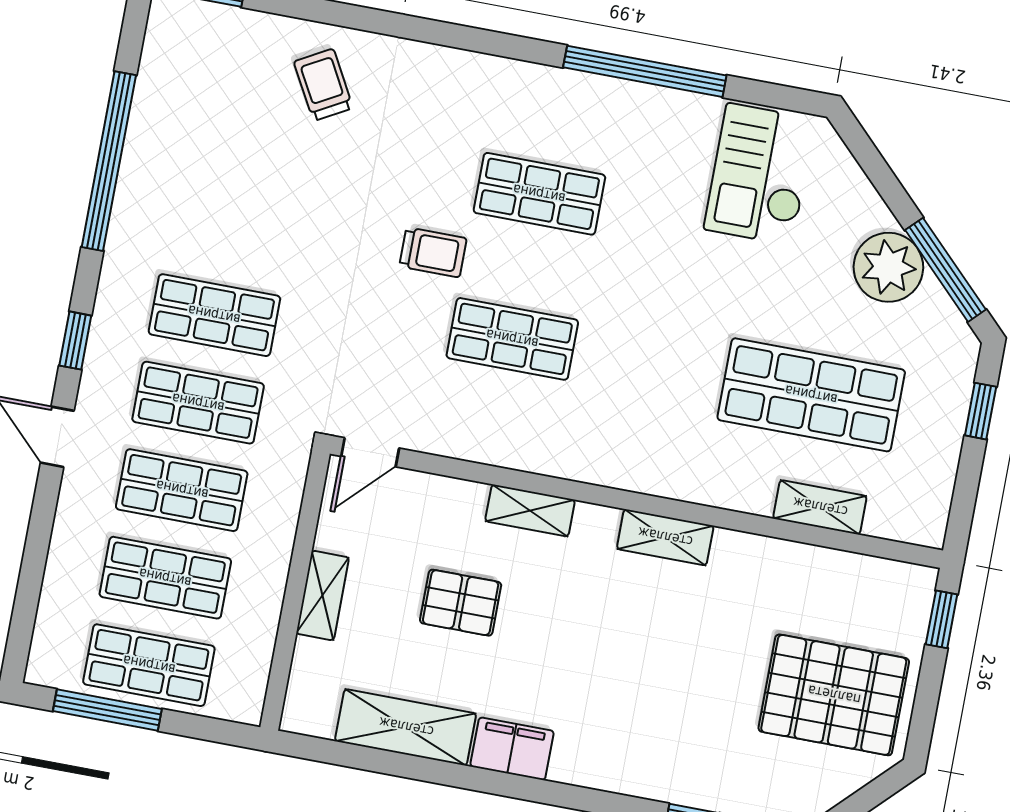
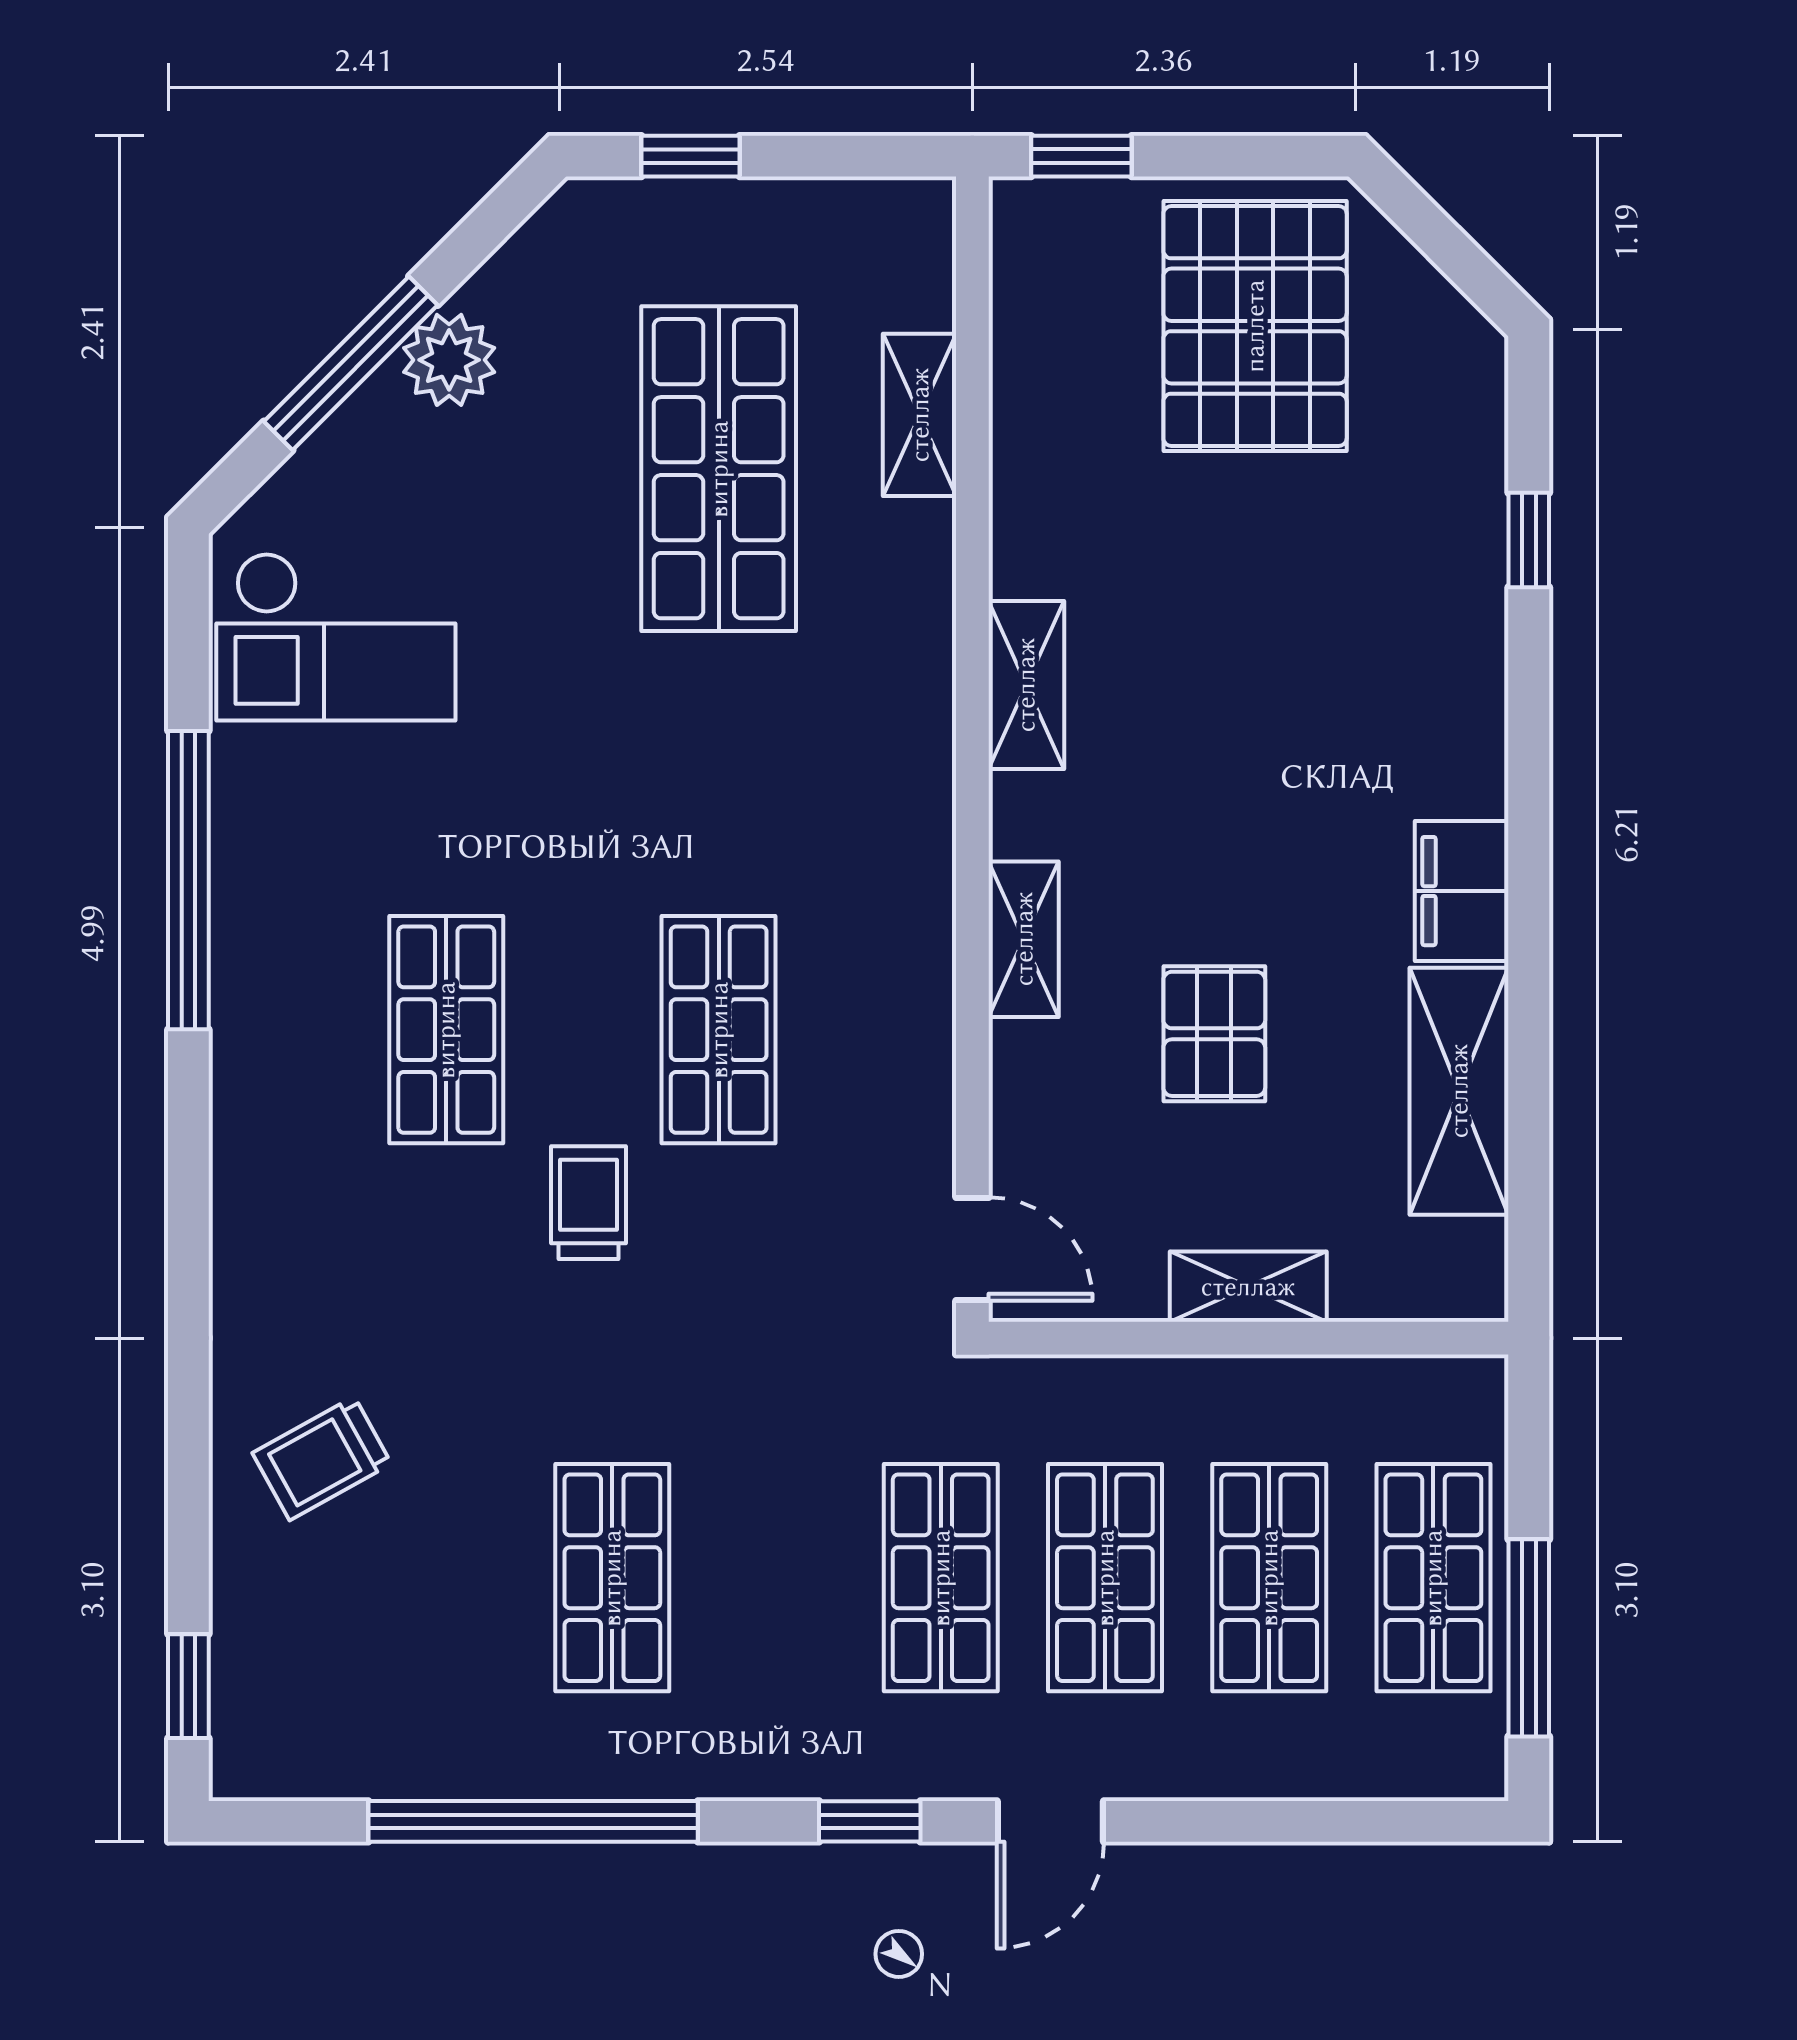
plant: (888, 267) -> (449, 360), width x0.73, depth x0.73
window: (946, 270) -> (351, 363), moved
shop shelf: (214, 315) -> (612, 1578), moved

